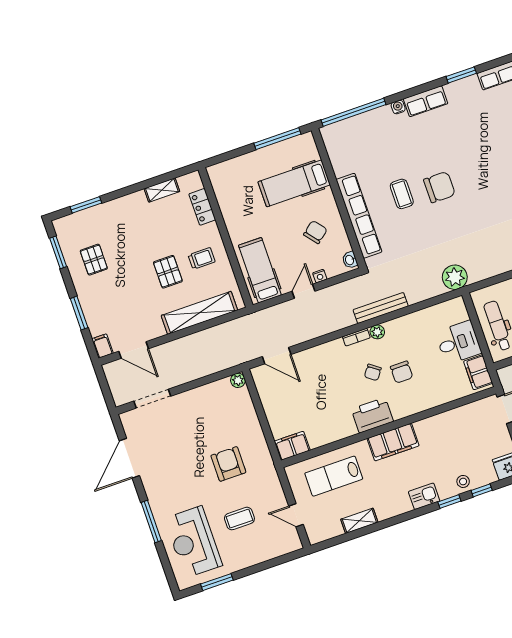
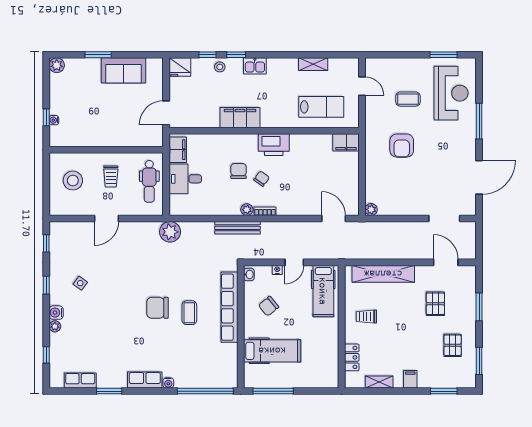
pallet: (168, 272) -> (435, 304), moved
filing cabinet: (102, 346) -> (410, 379), moved, turned 180
filing cabinet: (393, 442) -> (240, 118), moved

